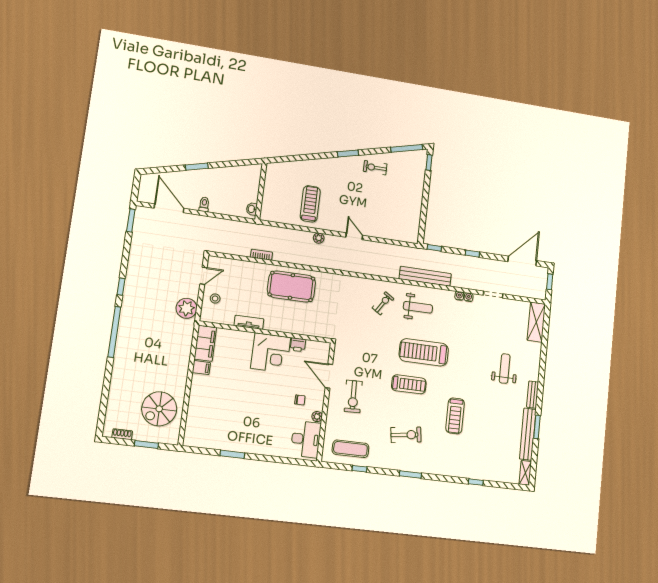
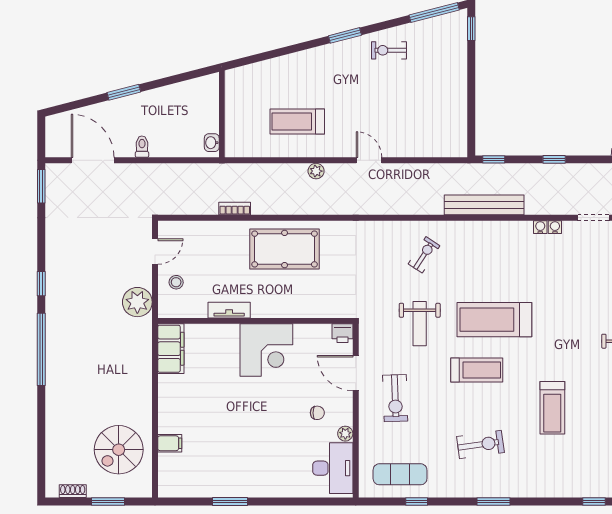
treadmill: (310, 204) -> (297, 121), turned -90
weight bench: (418, 307) -> (420, 324), moved, turned 90
printer: (298, 345) -> (342, 333), moved
filing cabinet: (201, 368) -> (170, 443), moved

